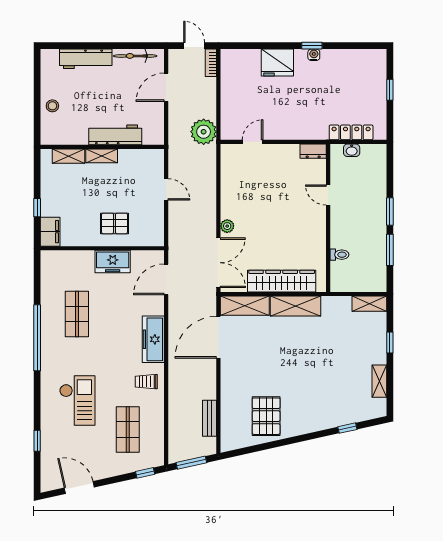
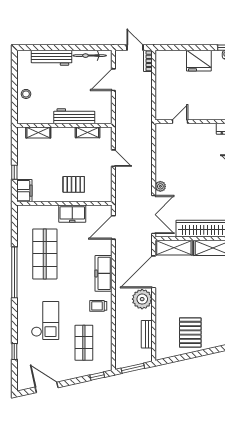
plant: (204, 132) -> (142, 299), moved
shelving: (102, 156) -> (88, 132), moved
shop shelf: (77, 314) -> (45, 254), width x1.43, depth x1.36

